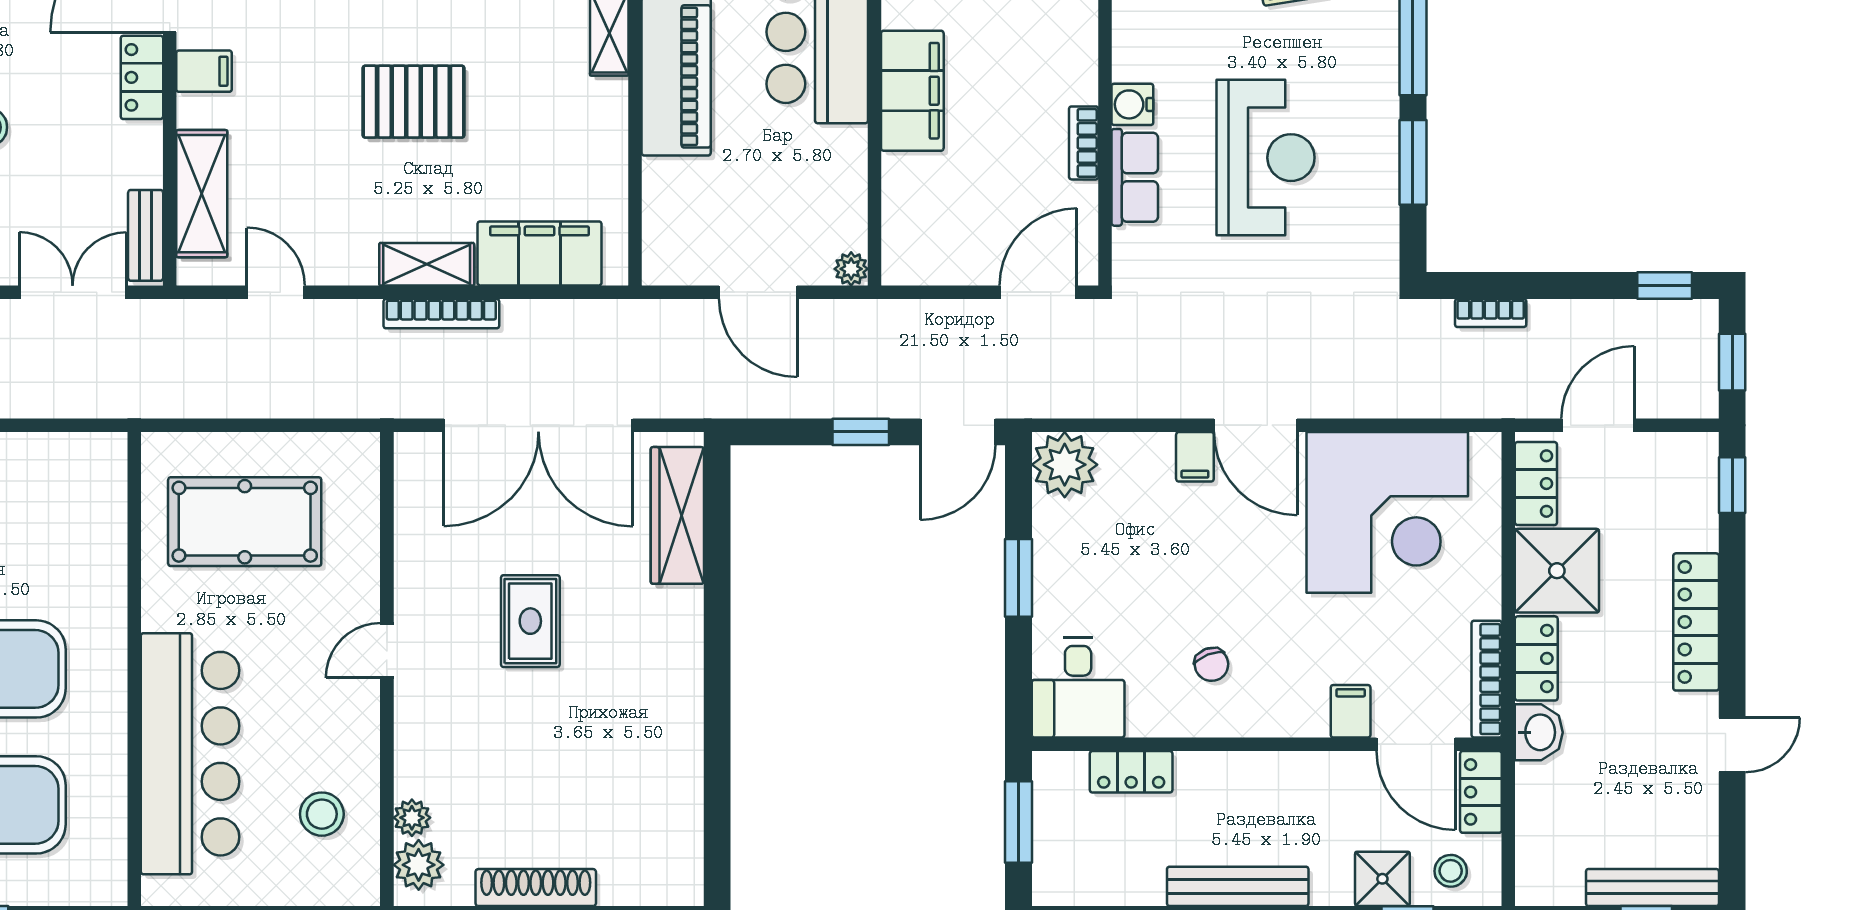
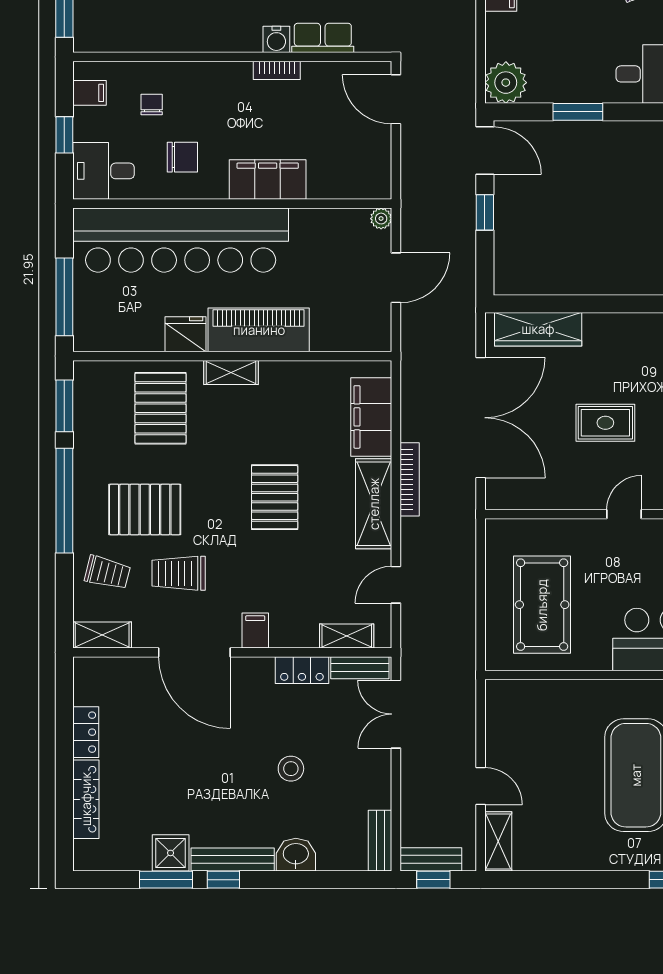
locker: (142, 77) -> (302, 670), moved
bookcase: (1084, 143) -> (277, 70), moved
shelving: (202, 194) -> (347, 636), width x0.67, depth x0.75
shelving: (427, 264) -> (374, 504), width x1.50, depth x1.33
door: (387, 650) -> (624, 514), swing flipped

